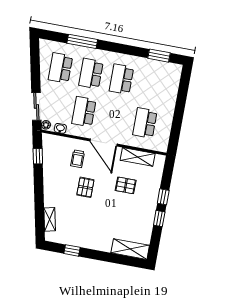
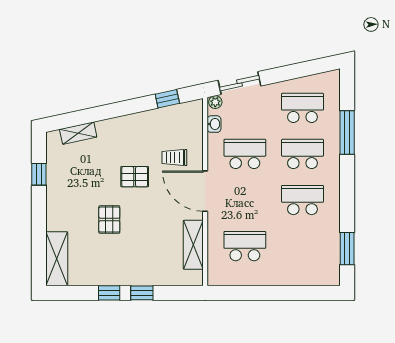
door: (104, 142) -> (205, 191), hinge flipped
pallet: (126, 185) -> (109, 220), moved

